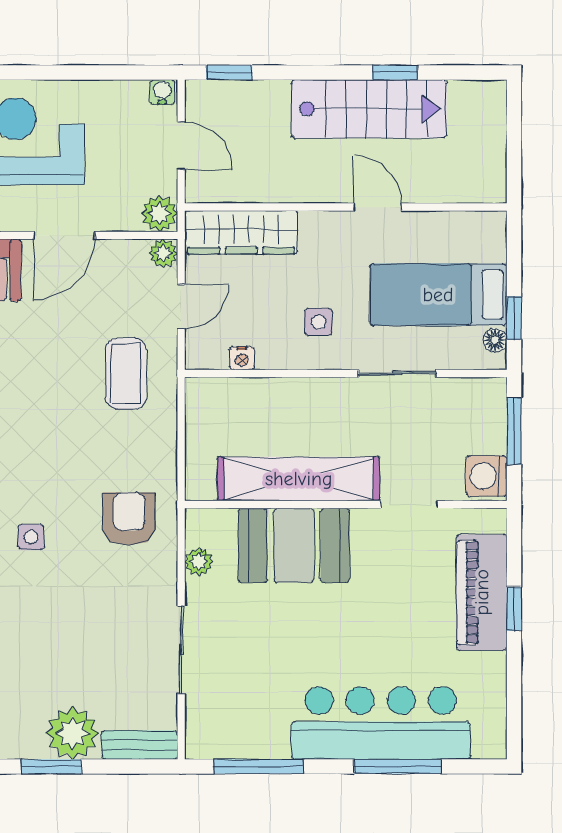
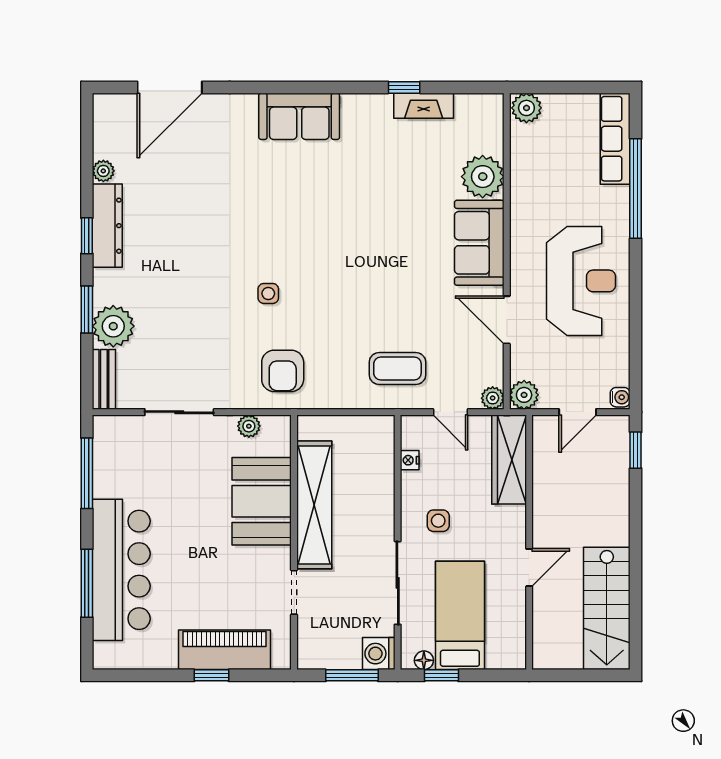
window: (395, 72) -> (636, 581), removed
stairs: (369, 109) -> (607, 608), moved
sliding door: (397, 373) -> (398, 583), width x1.37
washing machine: (487, 476) -> (379, 654), moved, turned -90
armchair: (129, 519) -> (283, 371), turned 90

